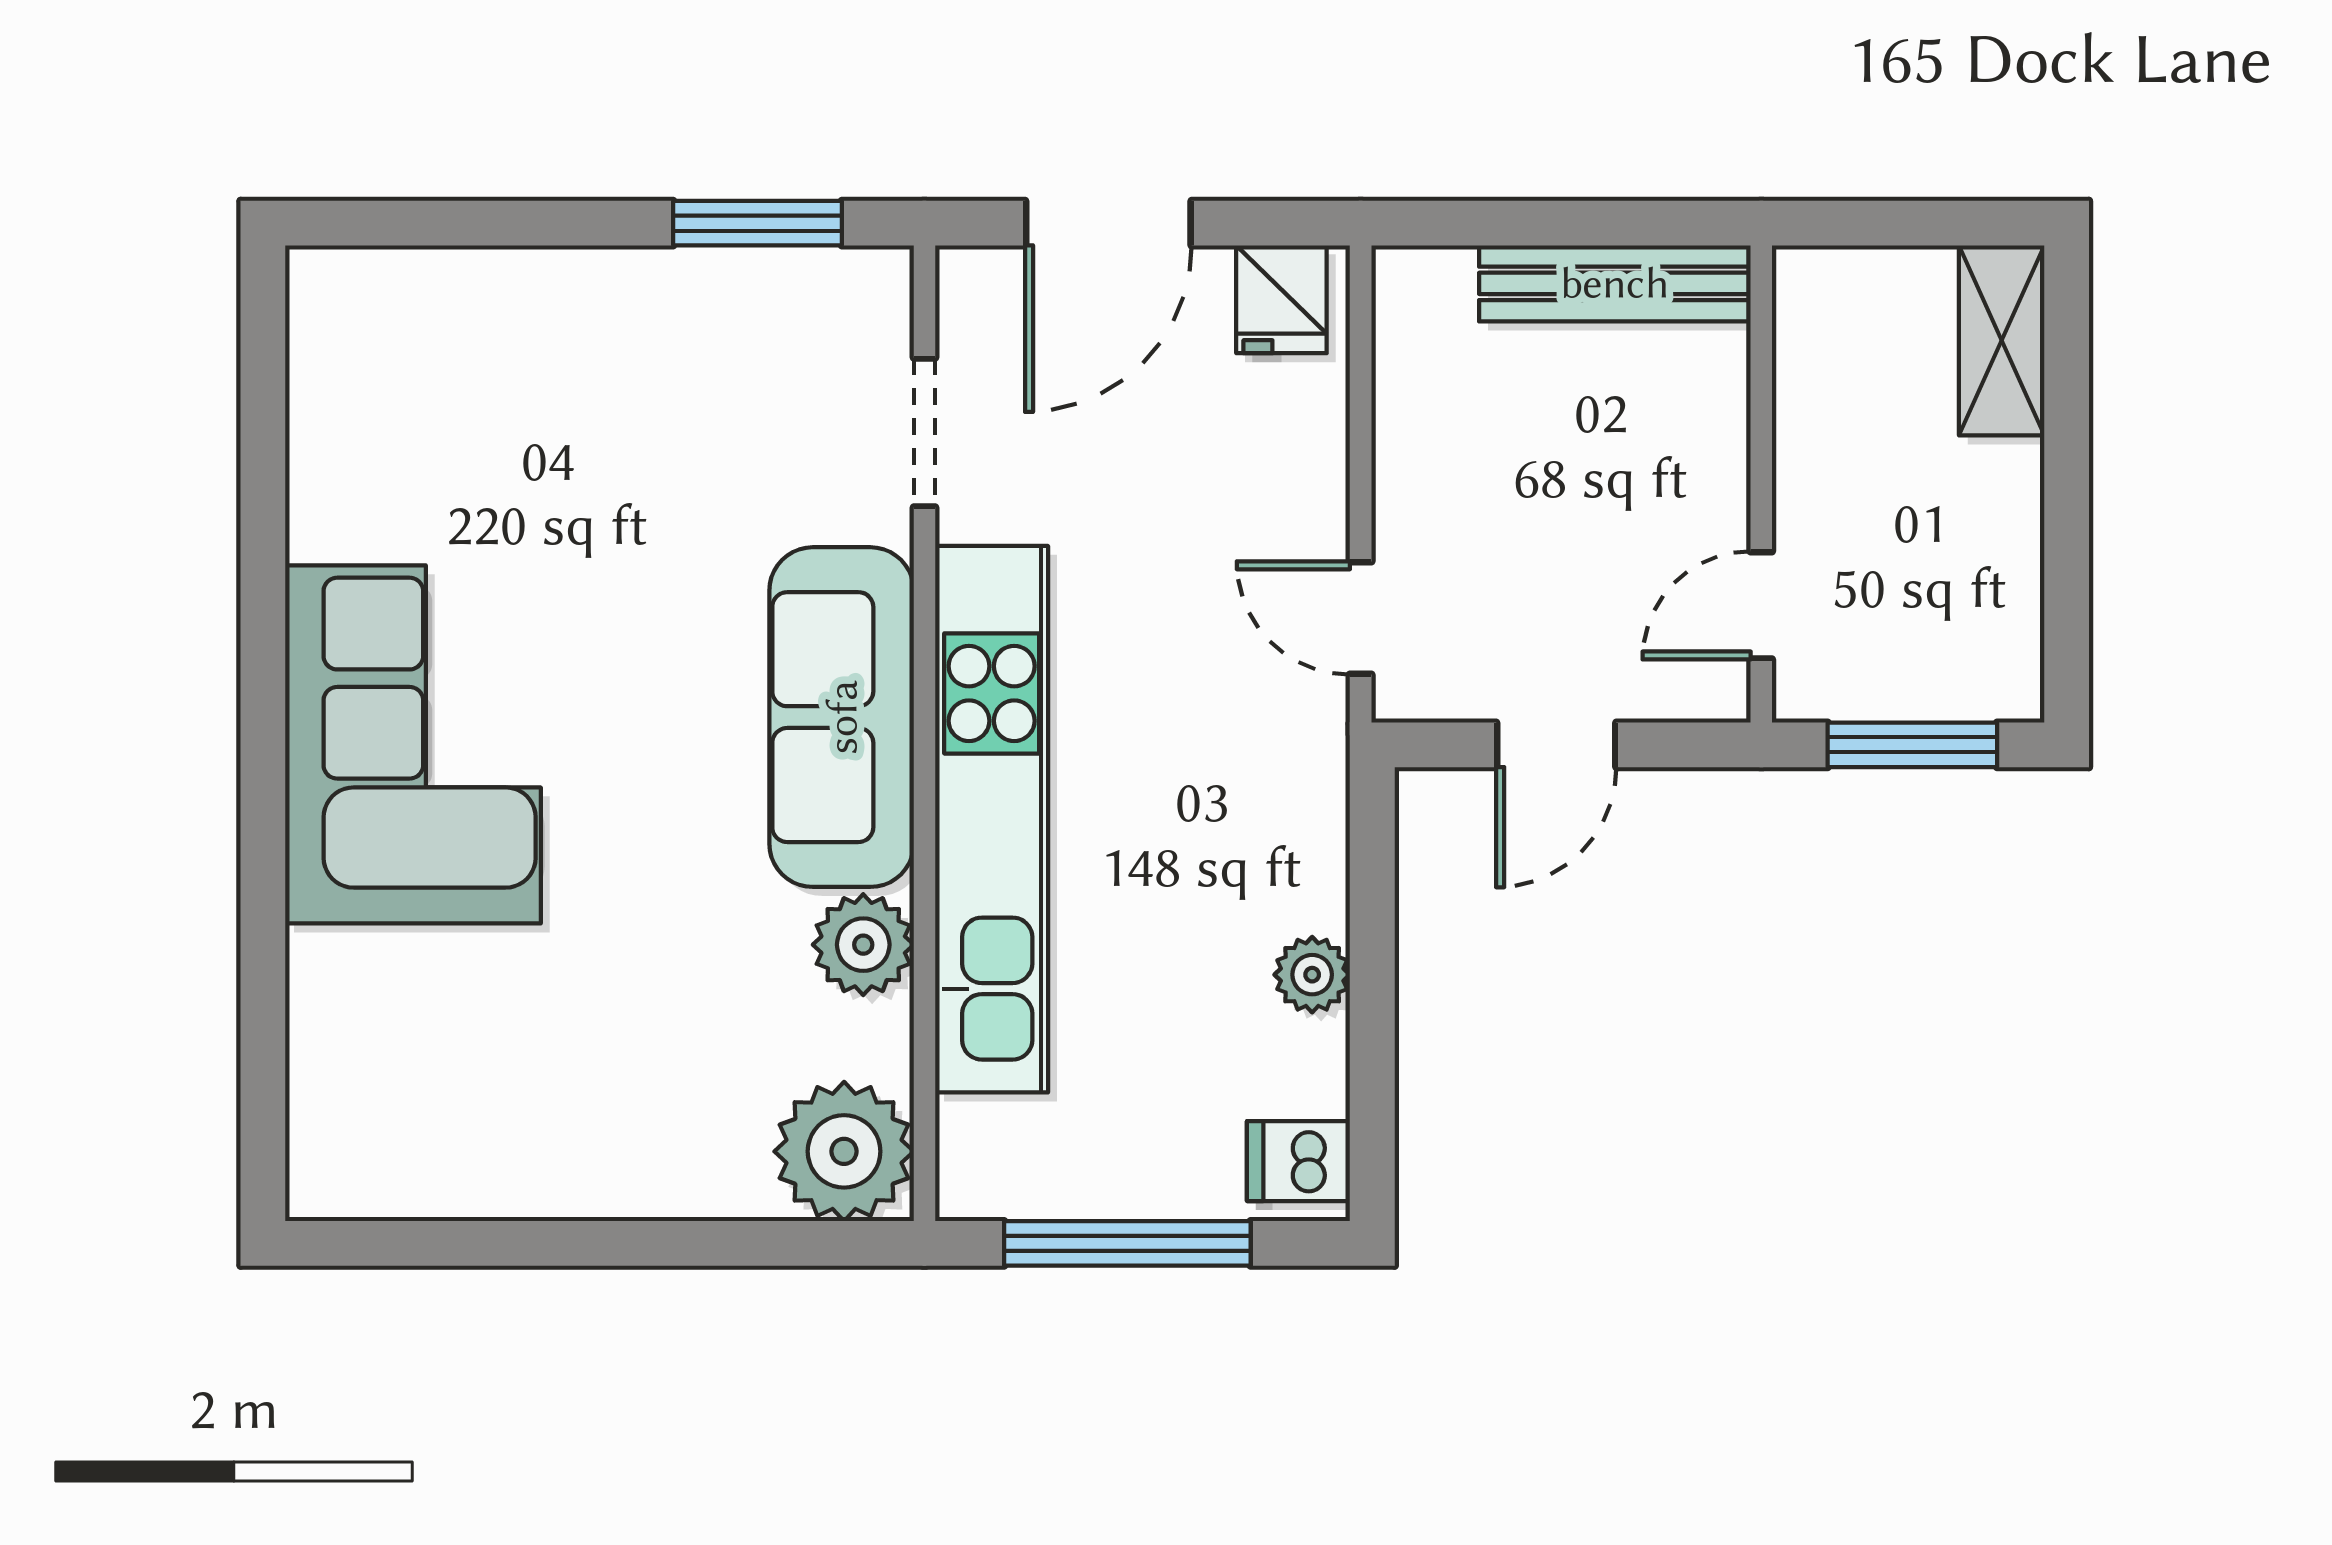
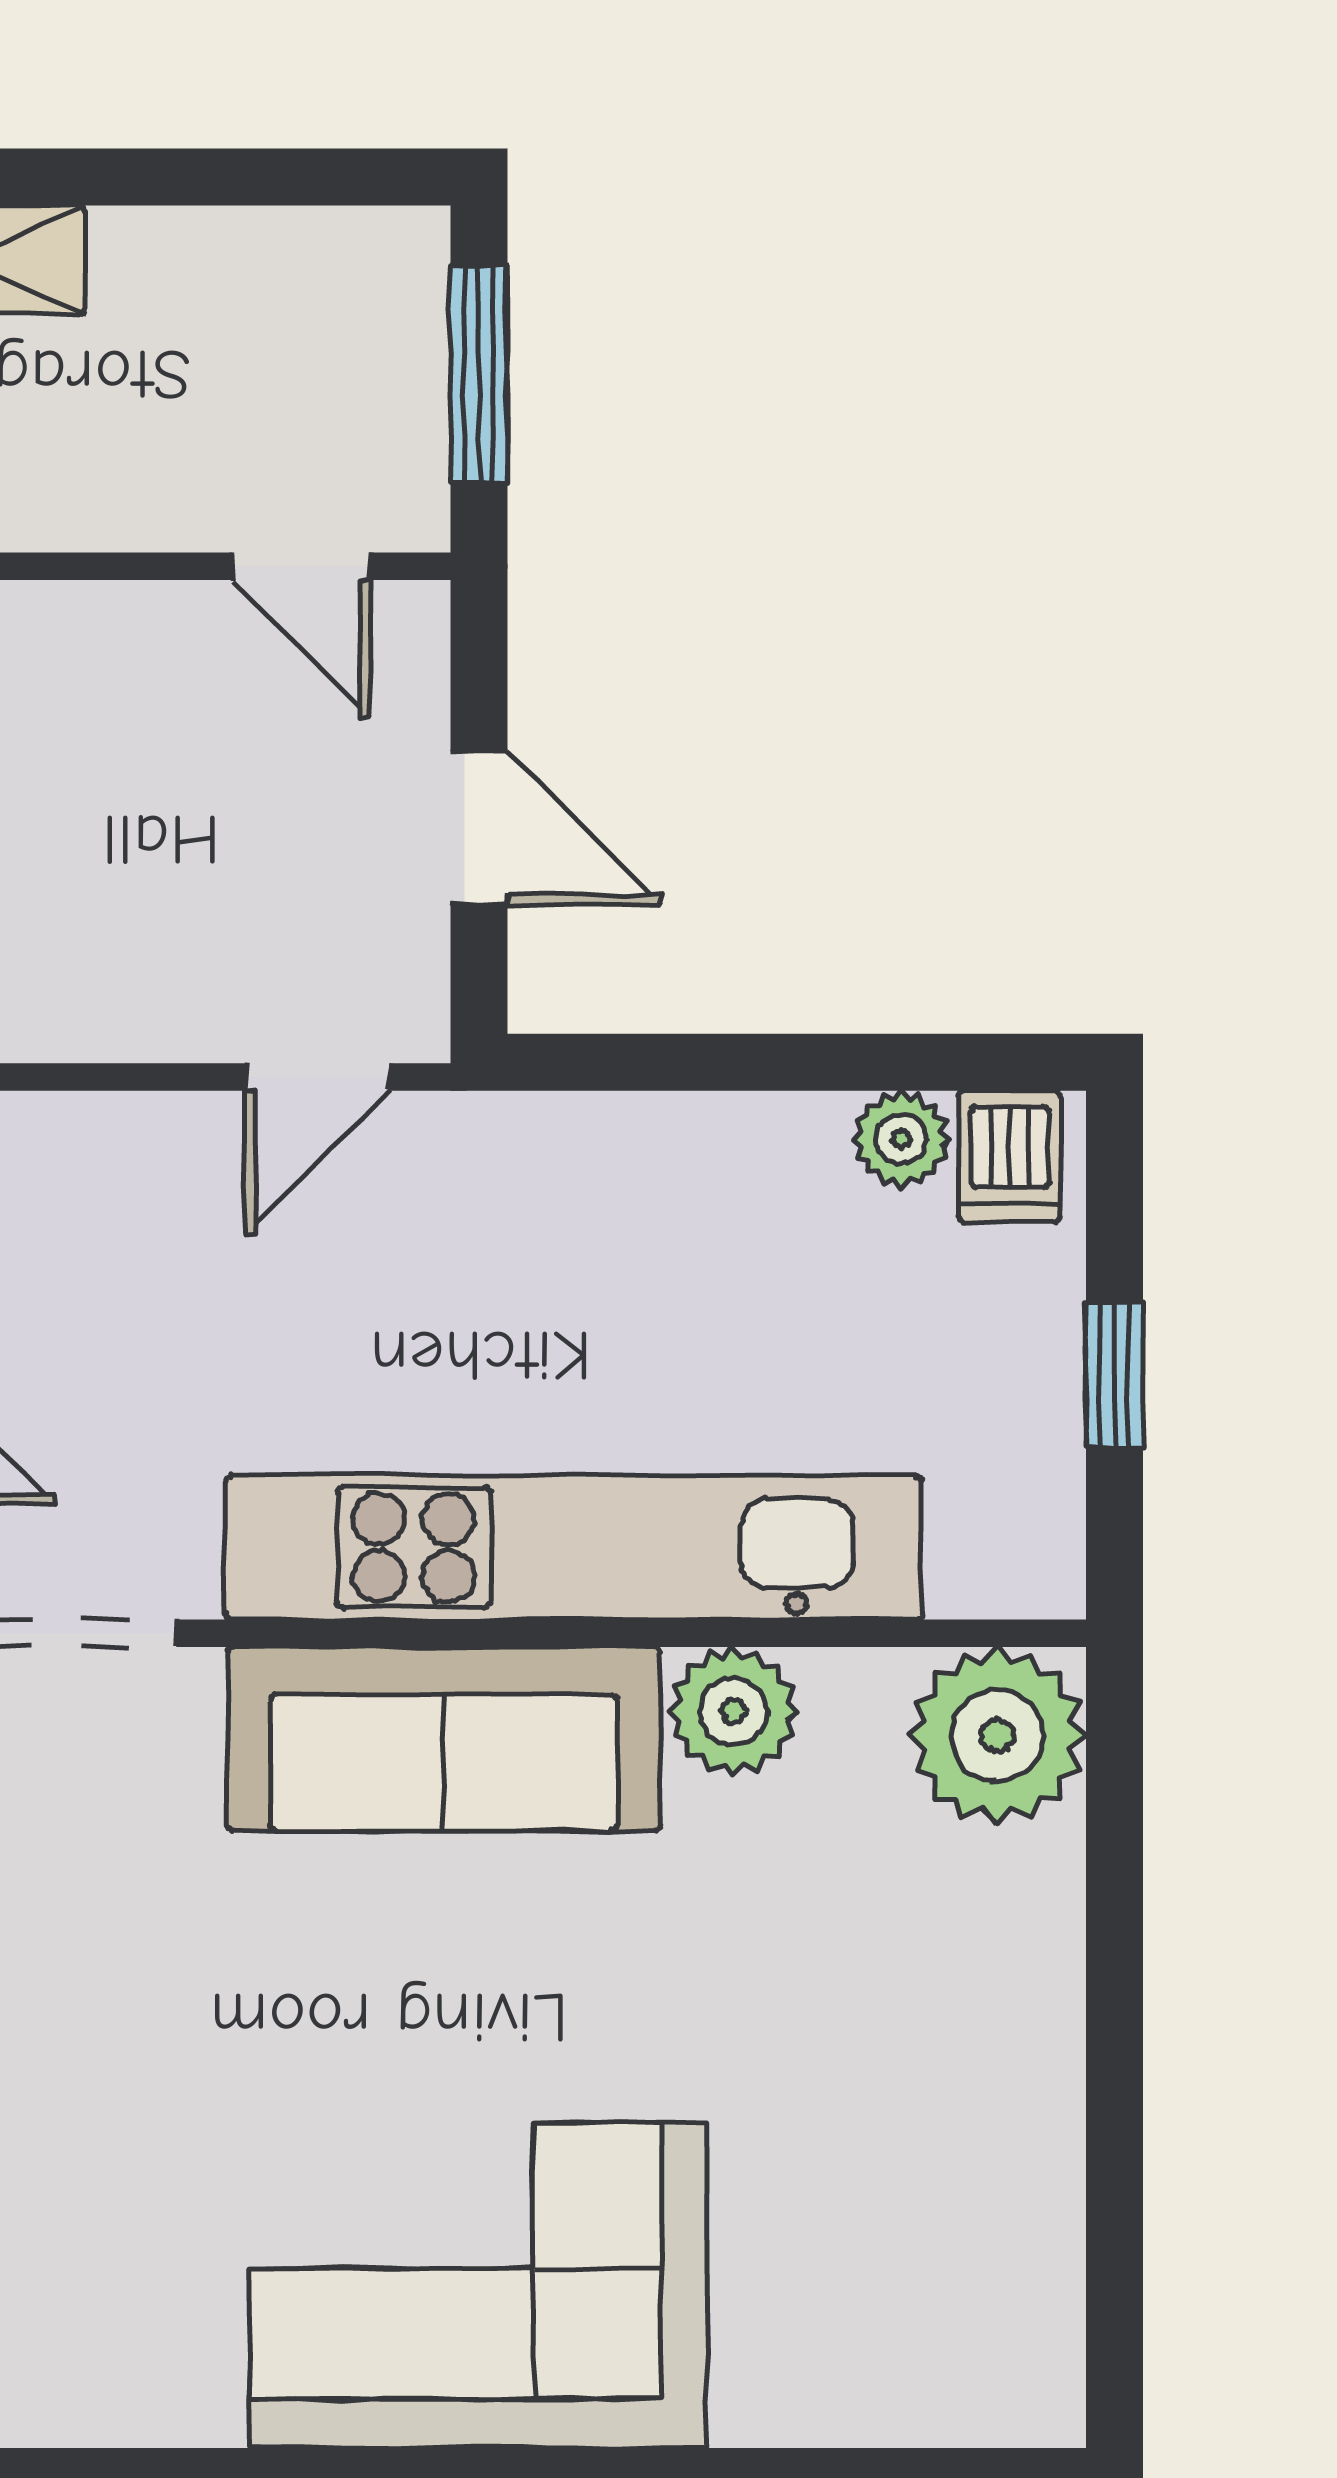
plant: (1312, 975) -> (901, 1139), moved
window: (1127, 1243) -> (1115, 1374), width x0.46

